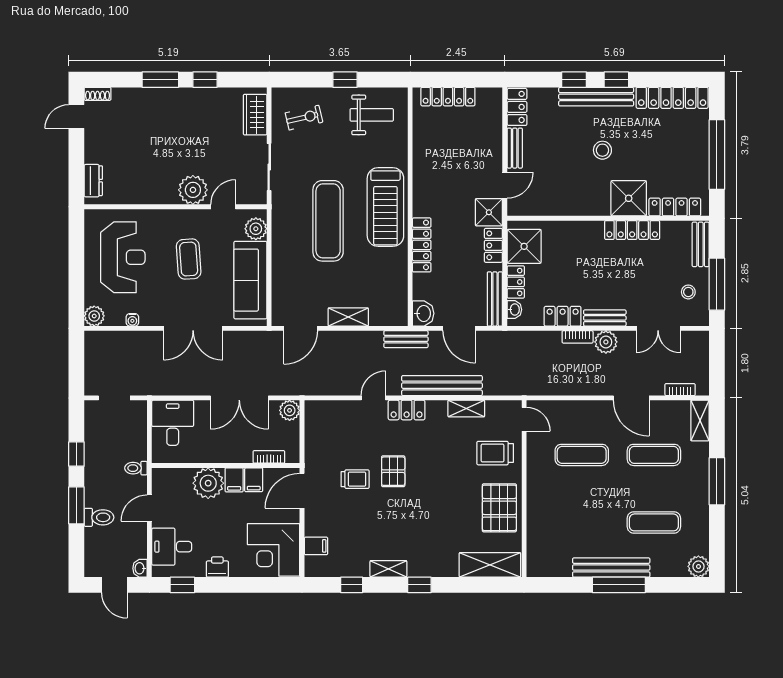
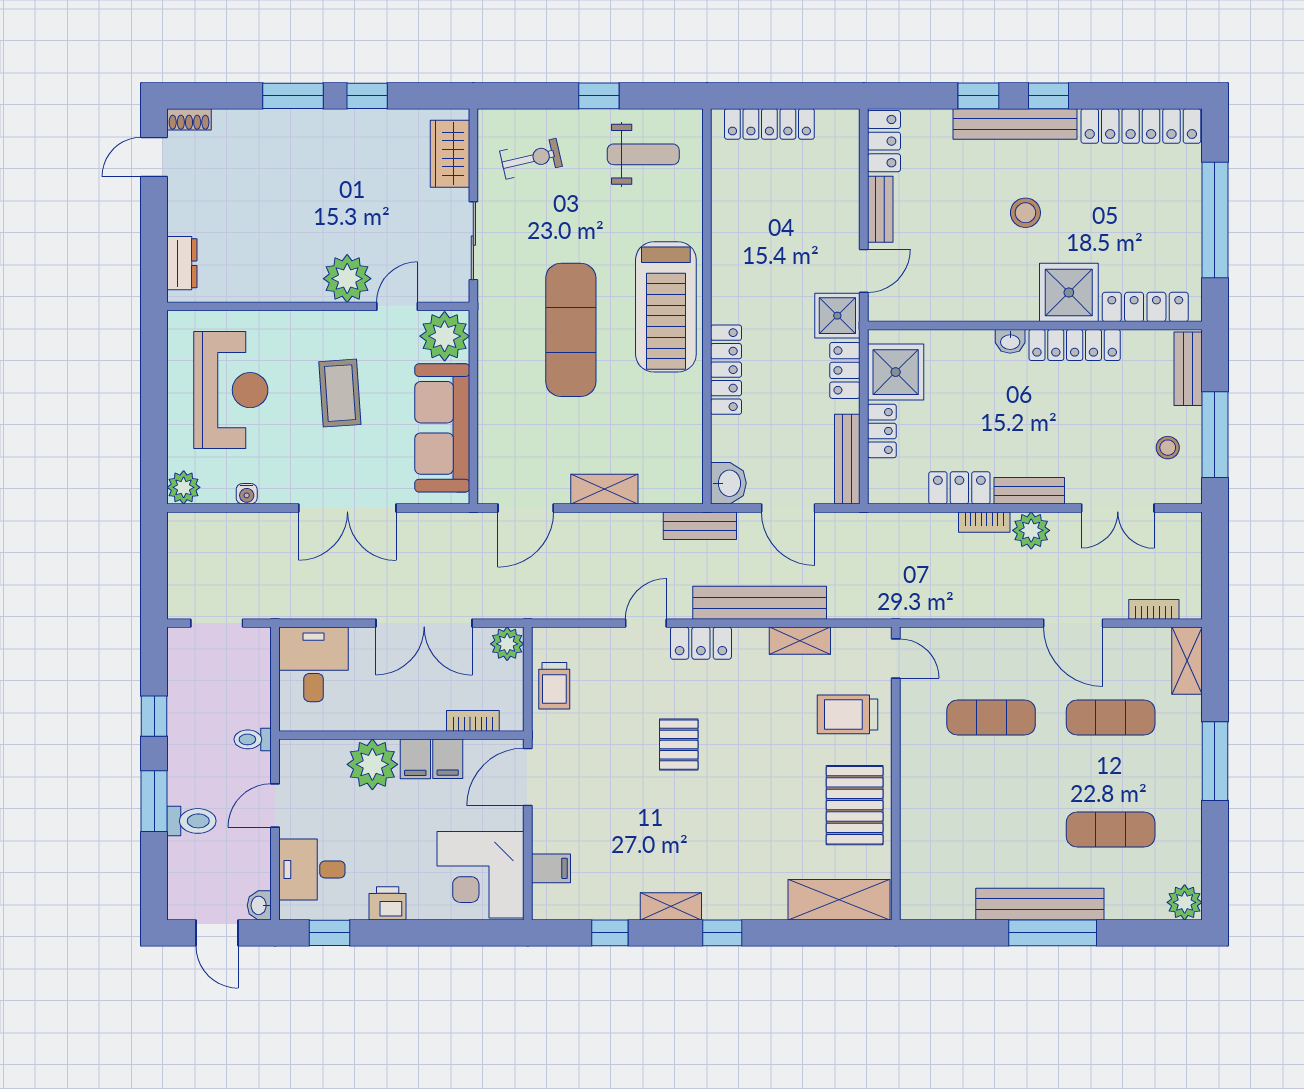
plant: (256, 229) -> (445, 336), width x1.36, depth x1.36
washbasin: (514, 310) -> (1010, 341), moved, turned 90
trolley: (355, 479) -> (554, 686), moved, turned 90

